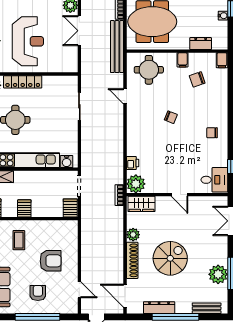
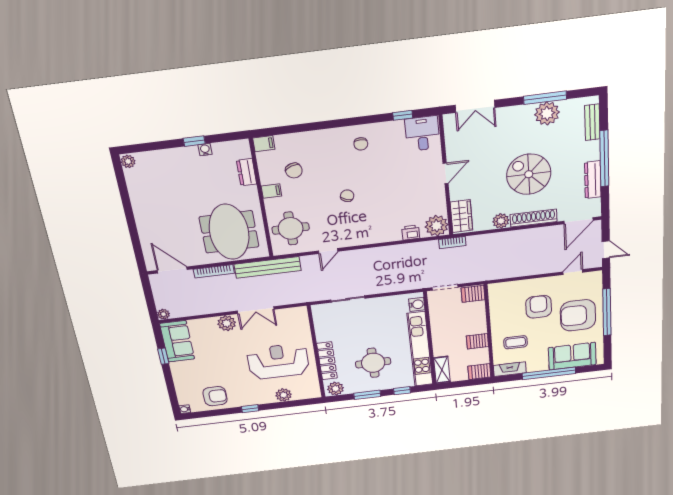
armchair: (38, 293) -> (578, 315), width x1.88, depth x1.88

